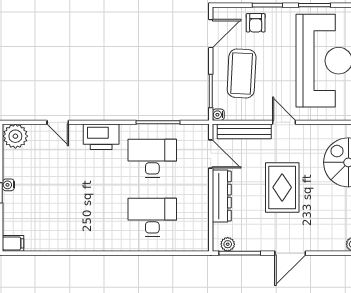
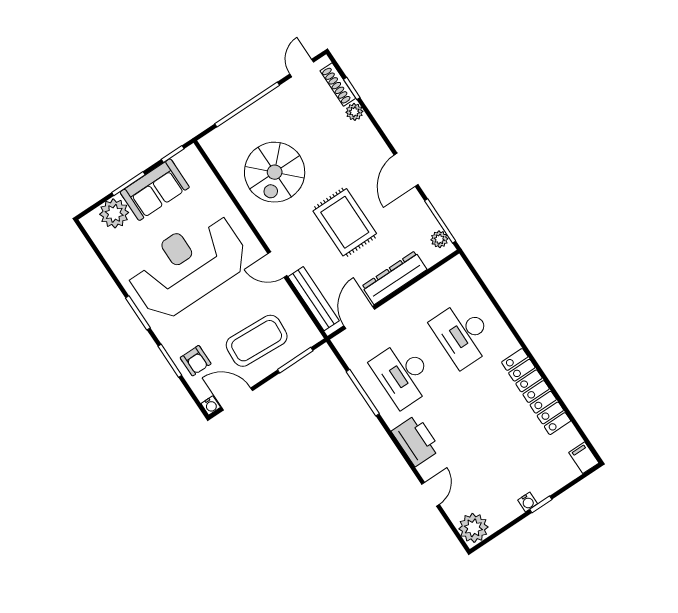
armchair: (256, 23) -> (196, 361), turned 90
water cooler: (218, 115) -> (211, 405), moved
door: (284, 122) -> (277, 265), hinge flipped
rug: (282, 187) -> (345, 222), turned 90
locker: (80, 241) -> (536, 392), added
door: (290, 253) -> (406, 170), swing flipped

